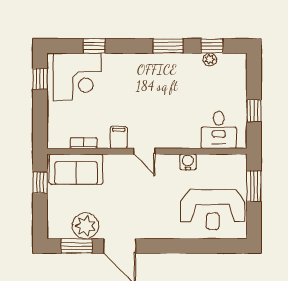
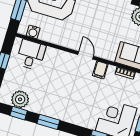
plant: (210, 59) -> (20, 99), width x1.88, depth x1.88
water cooler: (188, 162) -> (33, 32), moved

